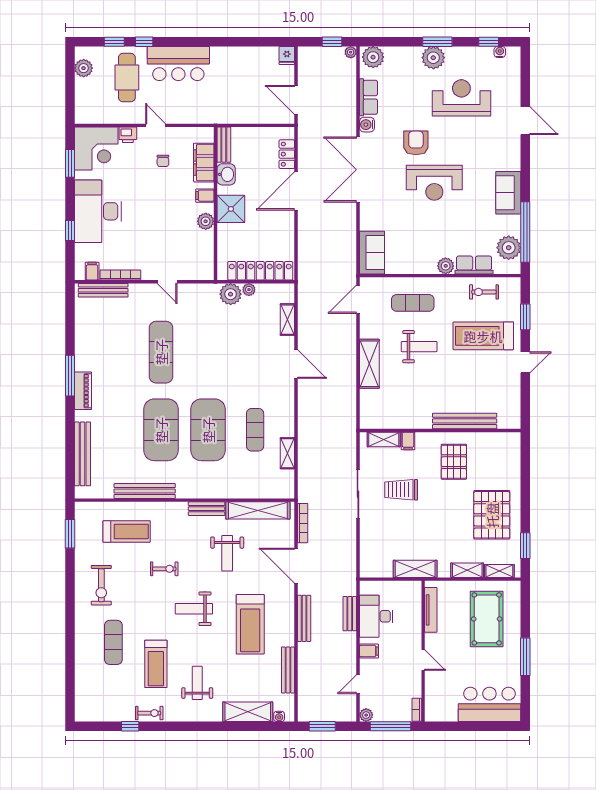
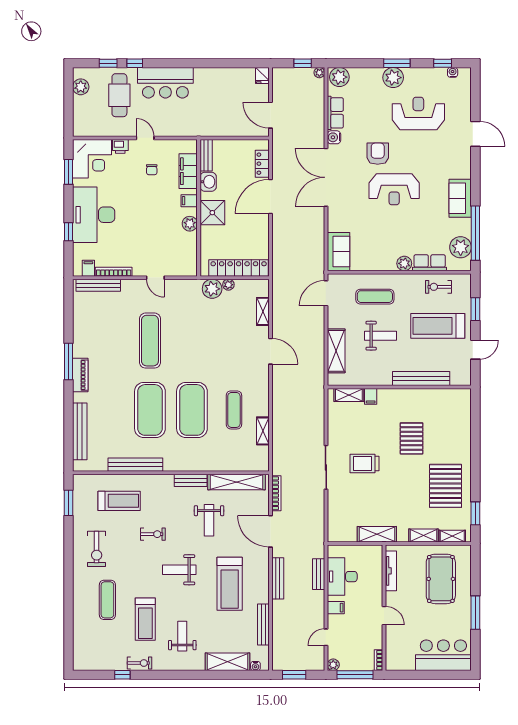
bench: (465, 421) -> (421, 379), moved
wall: (440, 430) -> (399, 387), moved
shelving: (384, 439) -> (349, 395), moved
filing cabinet: (408, 441) -> (371, 396), moved

